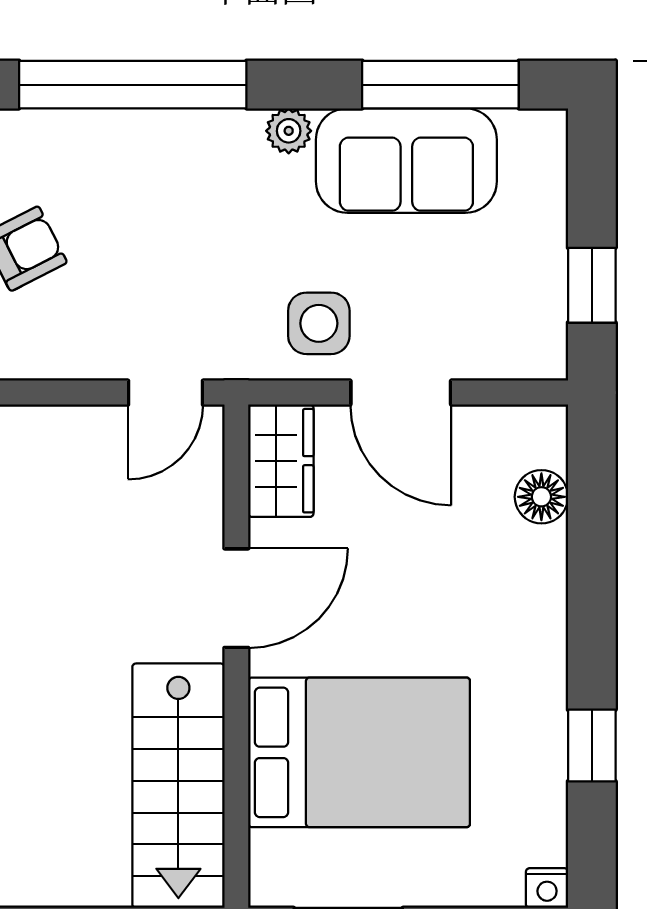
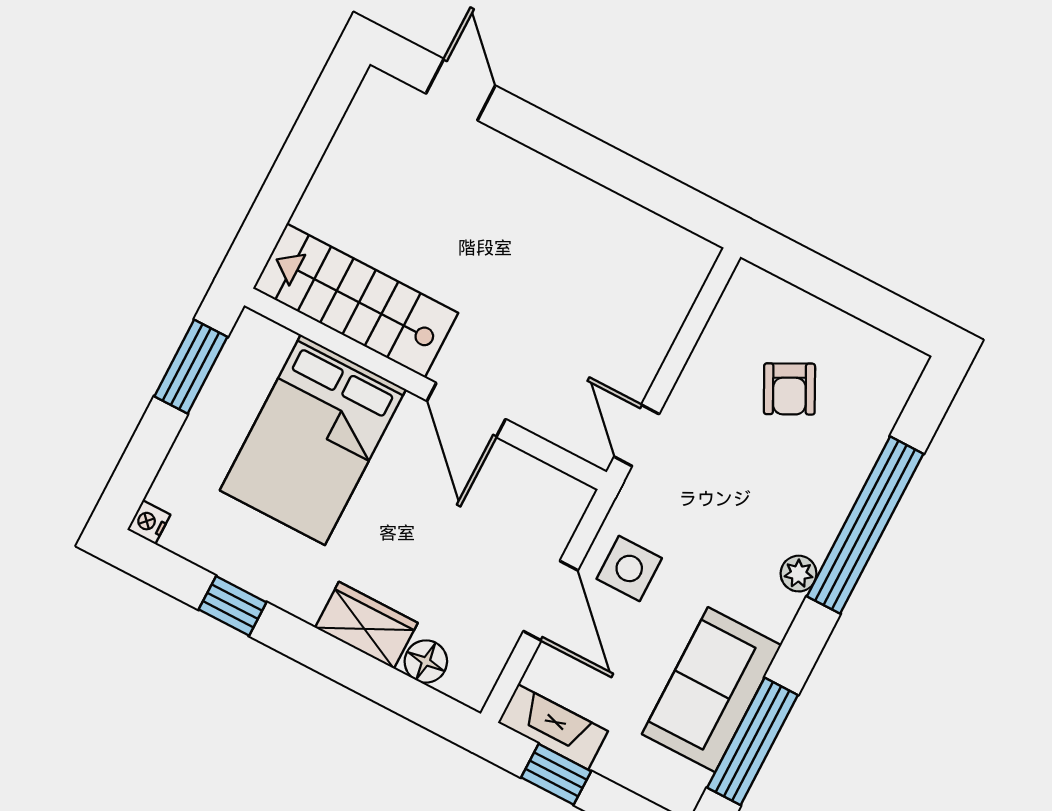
plant: (289, 131) -> (799, 574), moved
fireplace: (541, 316) -> (553, 727), added
door: (401, 393) -> (551, 601), swing flipped
wardrobe: (281, 461) -> (366, 625), moved, turned 180

